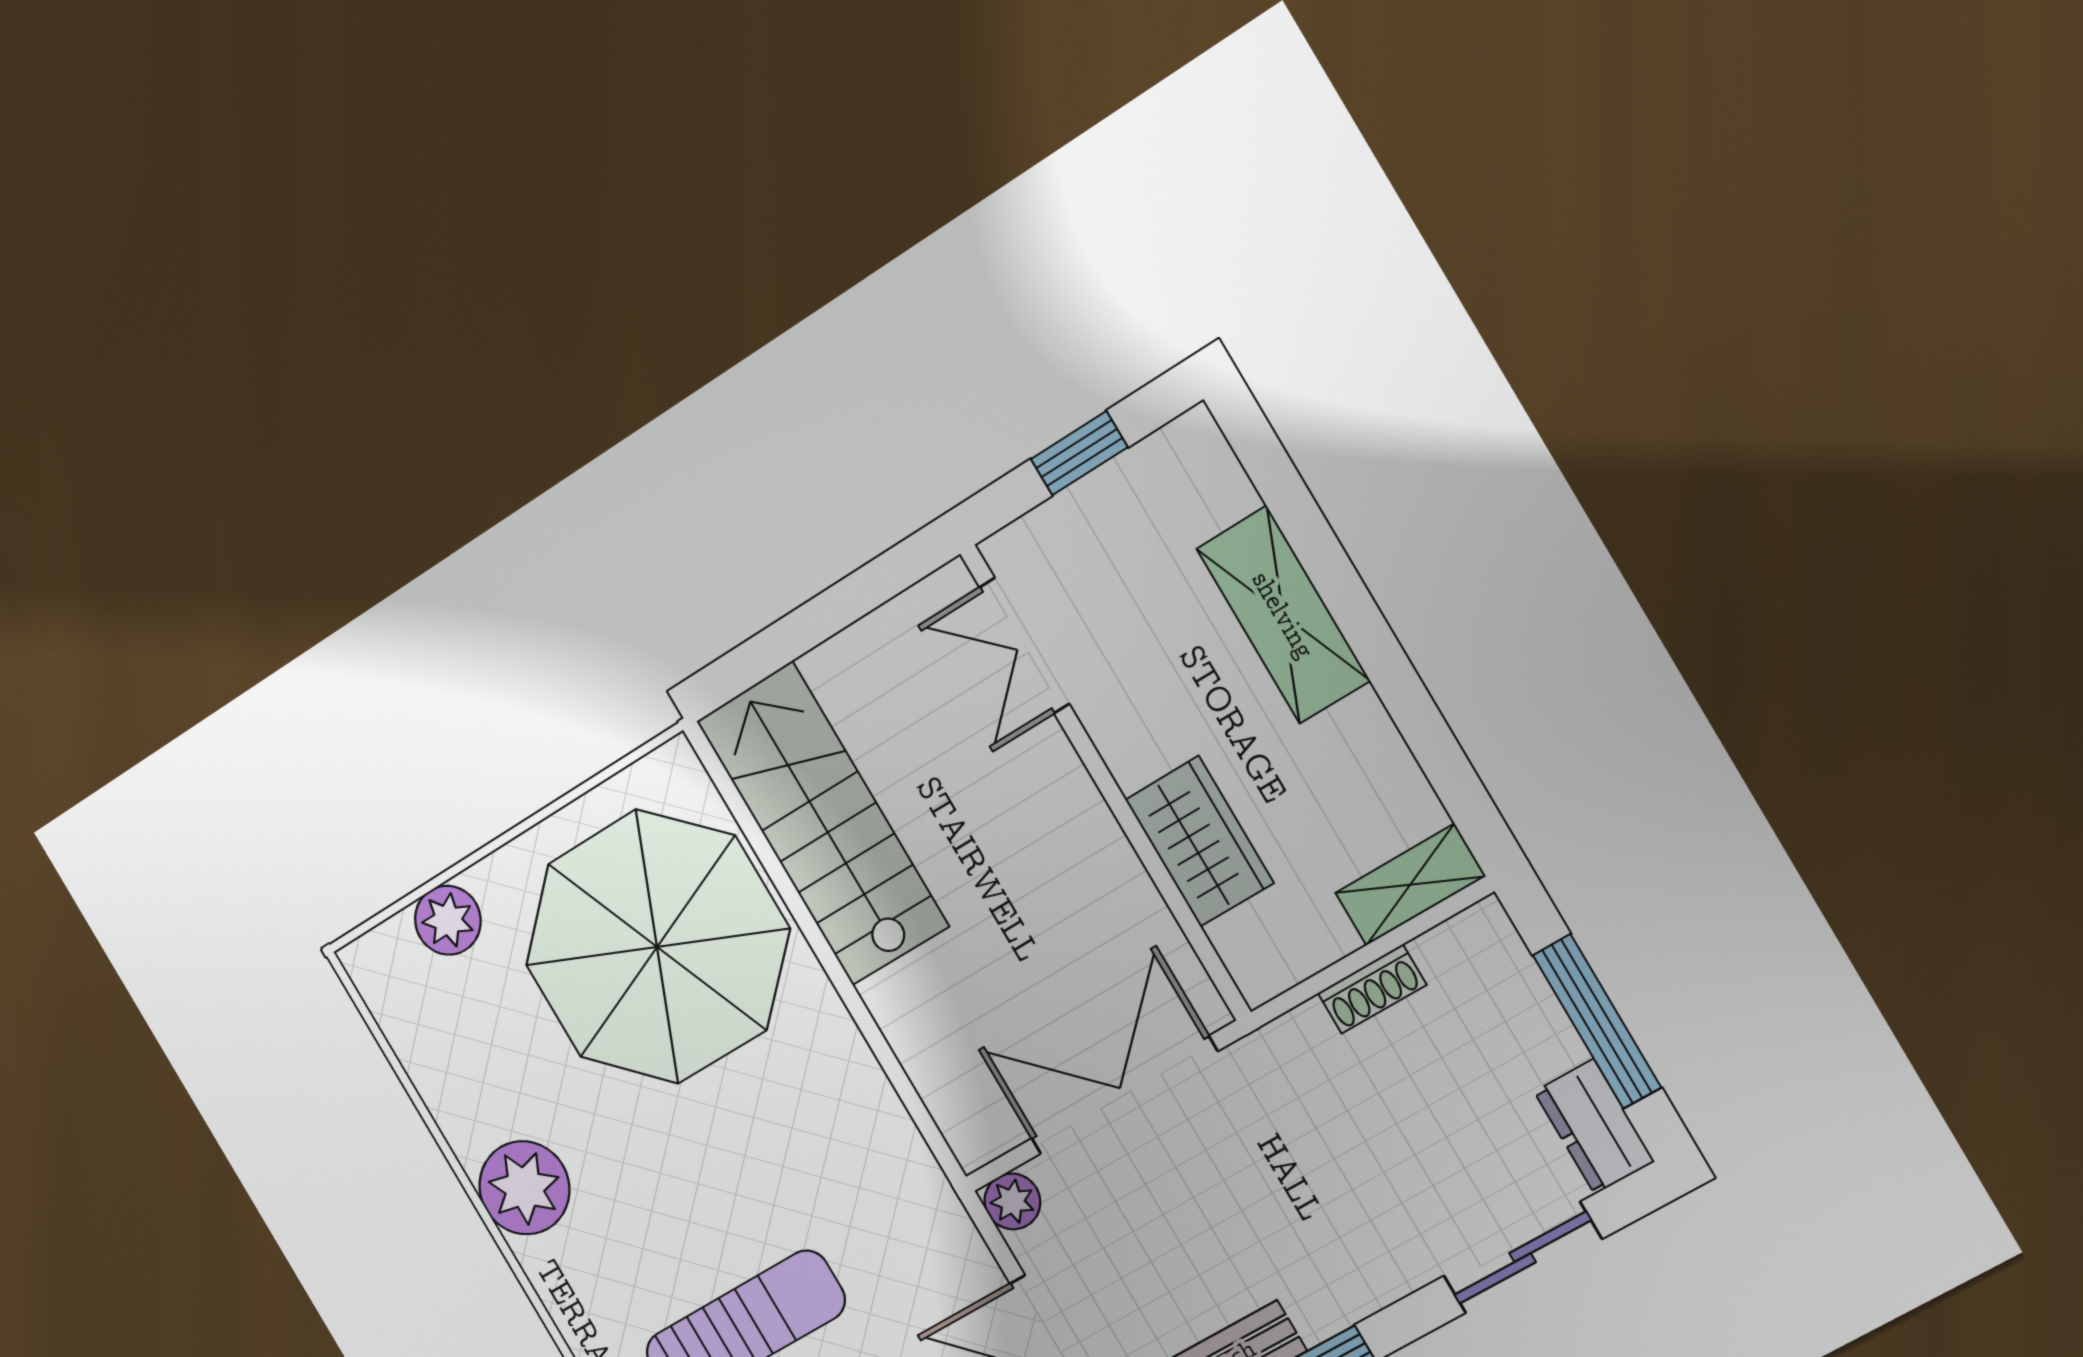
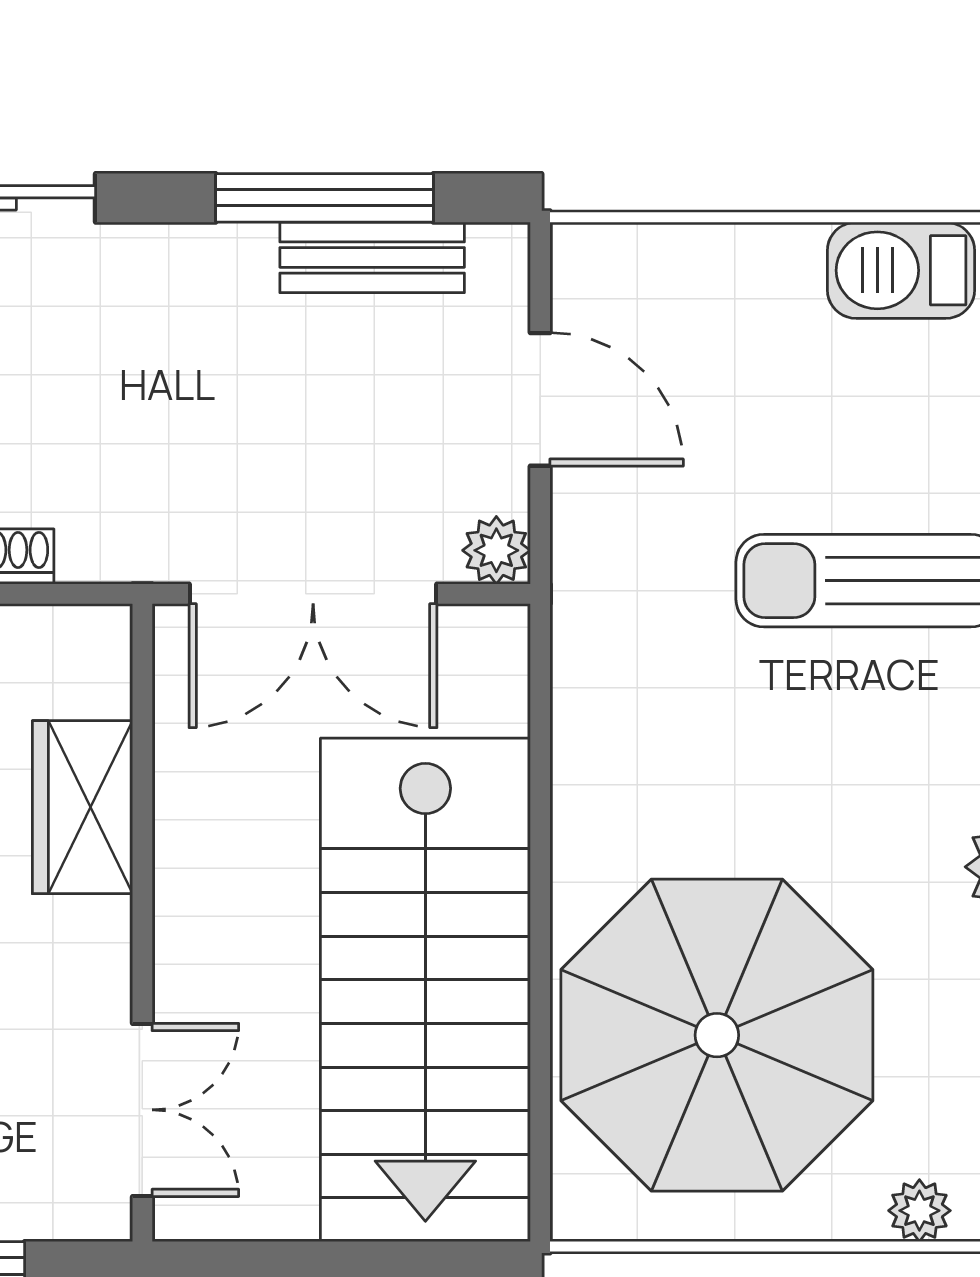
stairs: (822, 824) -> (425, 990), width x1.36, depth x1.51
plant: (448, 920) -> (919, 1211), width x0.73, depth x0.73

